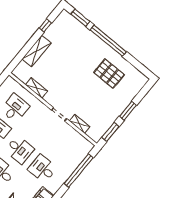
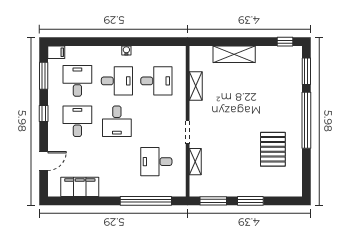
window: (45, 25) -> (285, 42), moved
desk: (43, 169) -> (156, 162), moved, turned -90

